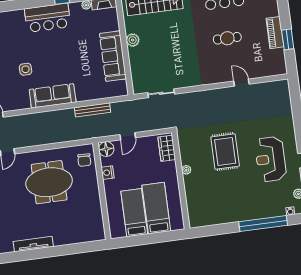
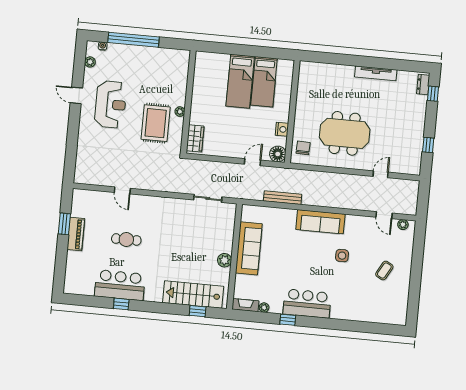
wardrobe: (167, 148) -> (195, 138), moved
plant: (186, 170) -> (180, 112), moved
wall: (181, 181) -> (188, 102), moved

